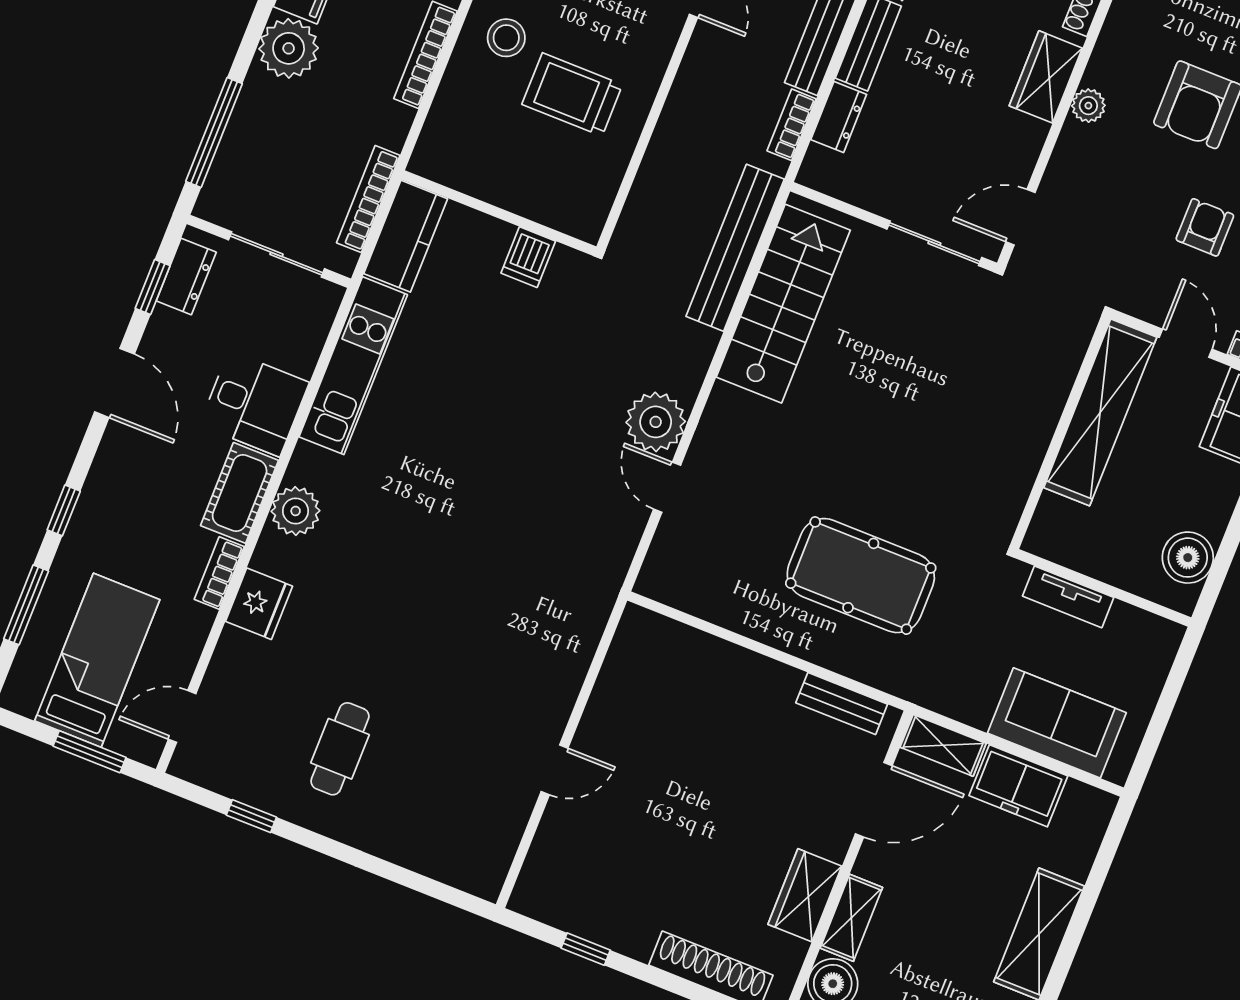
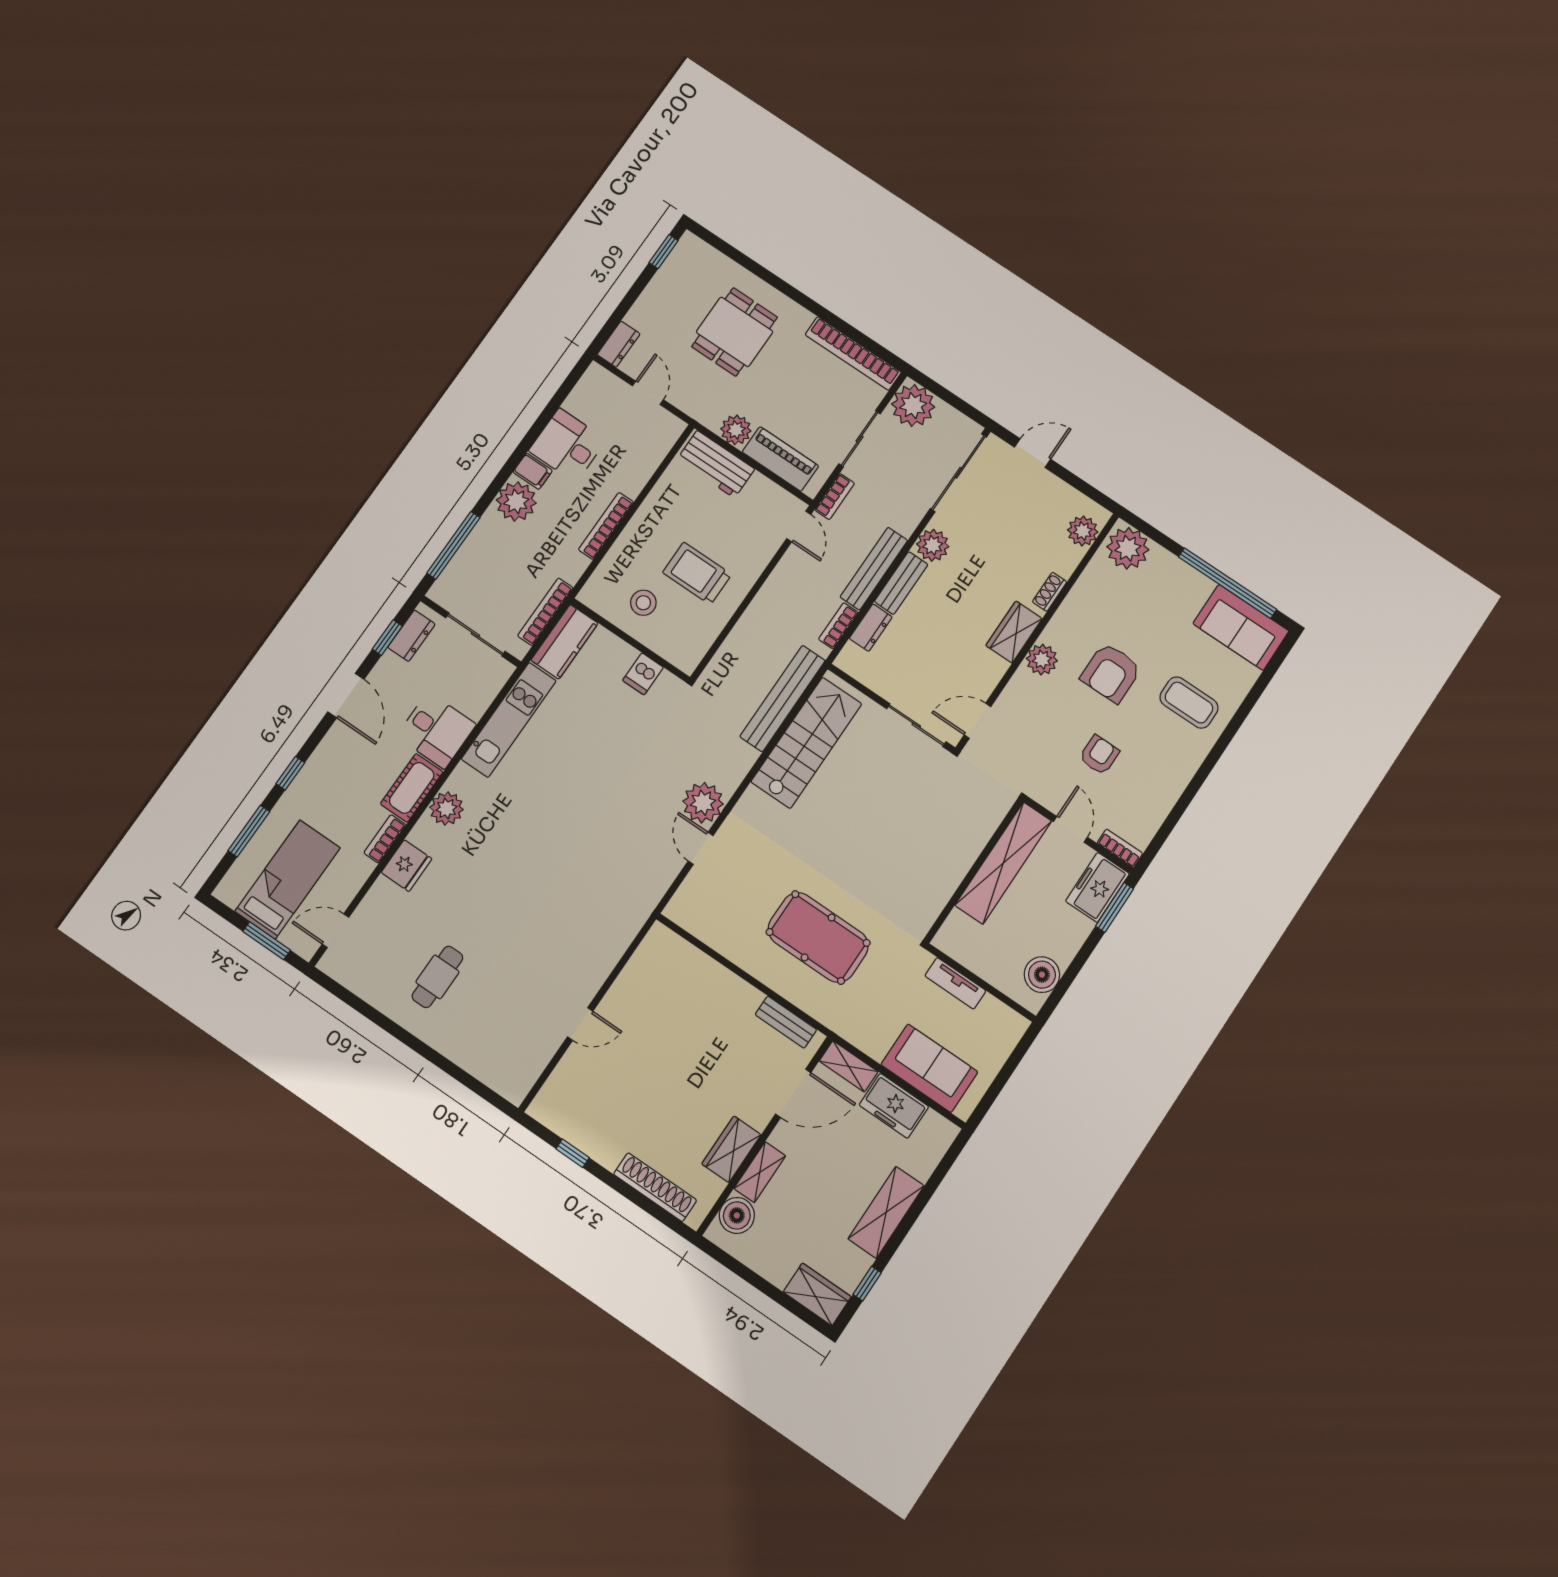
stool: (506, 38) -> (643, 603), moved
plant: (1088, 106) -> (1042, 660), width x1.38, depth x1.38
window: (251, 816) -> (366, 1010), removed

